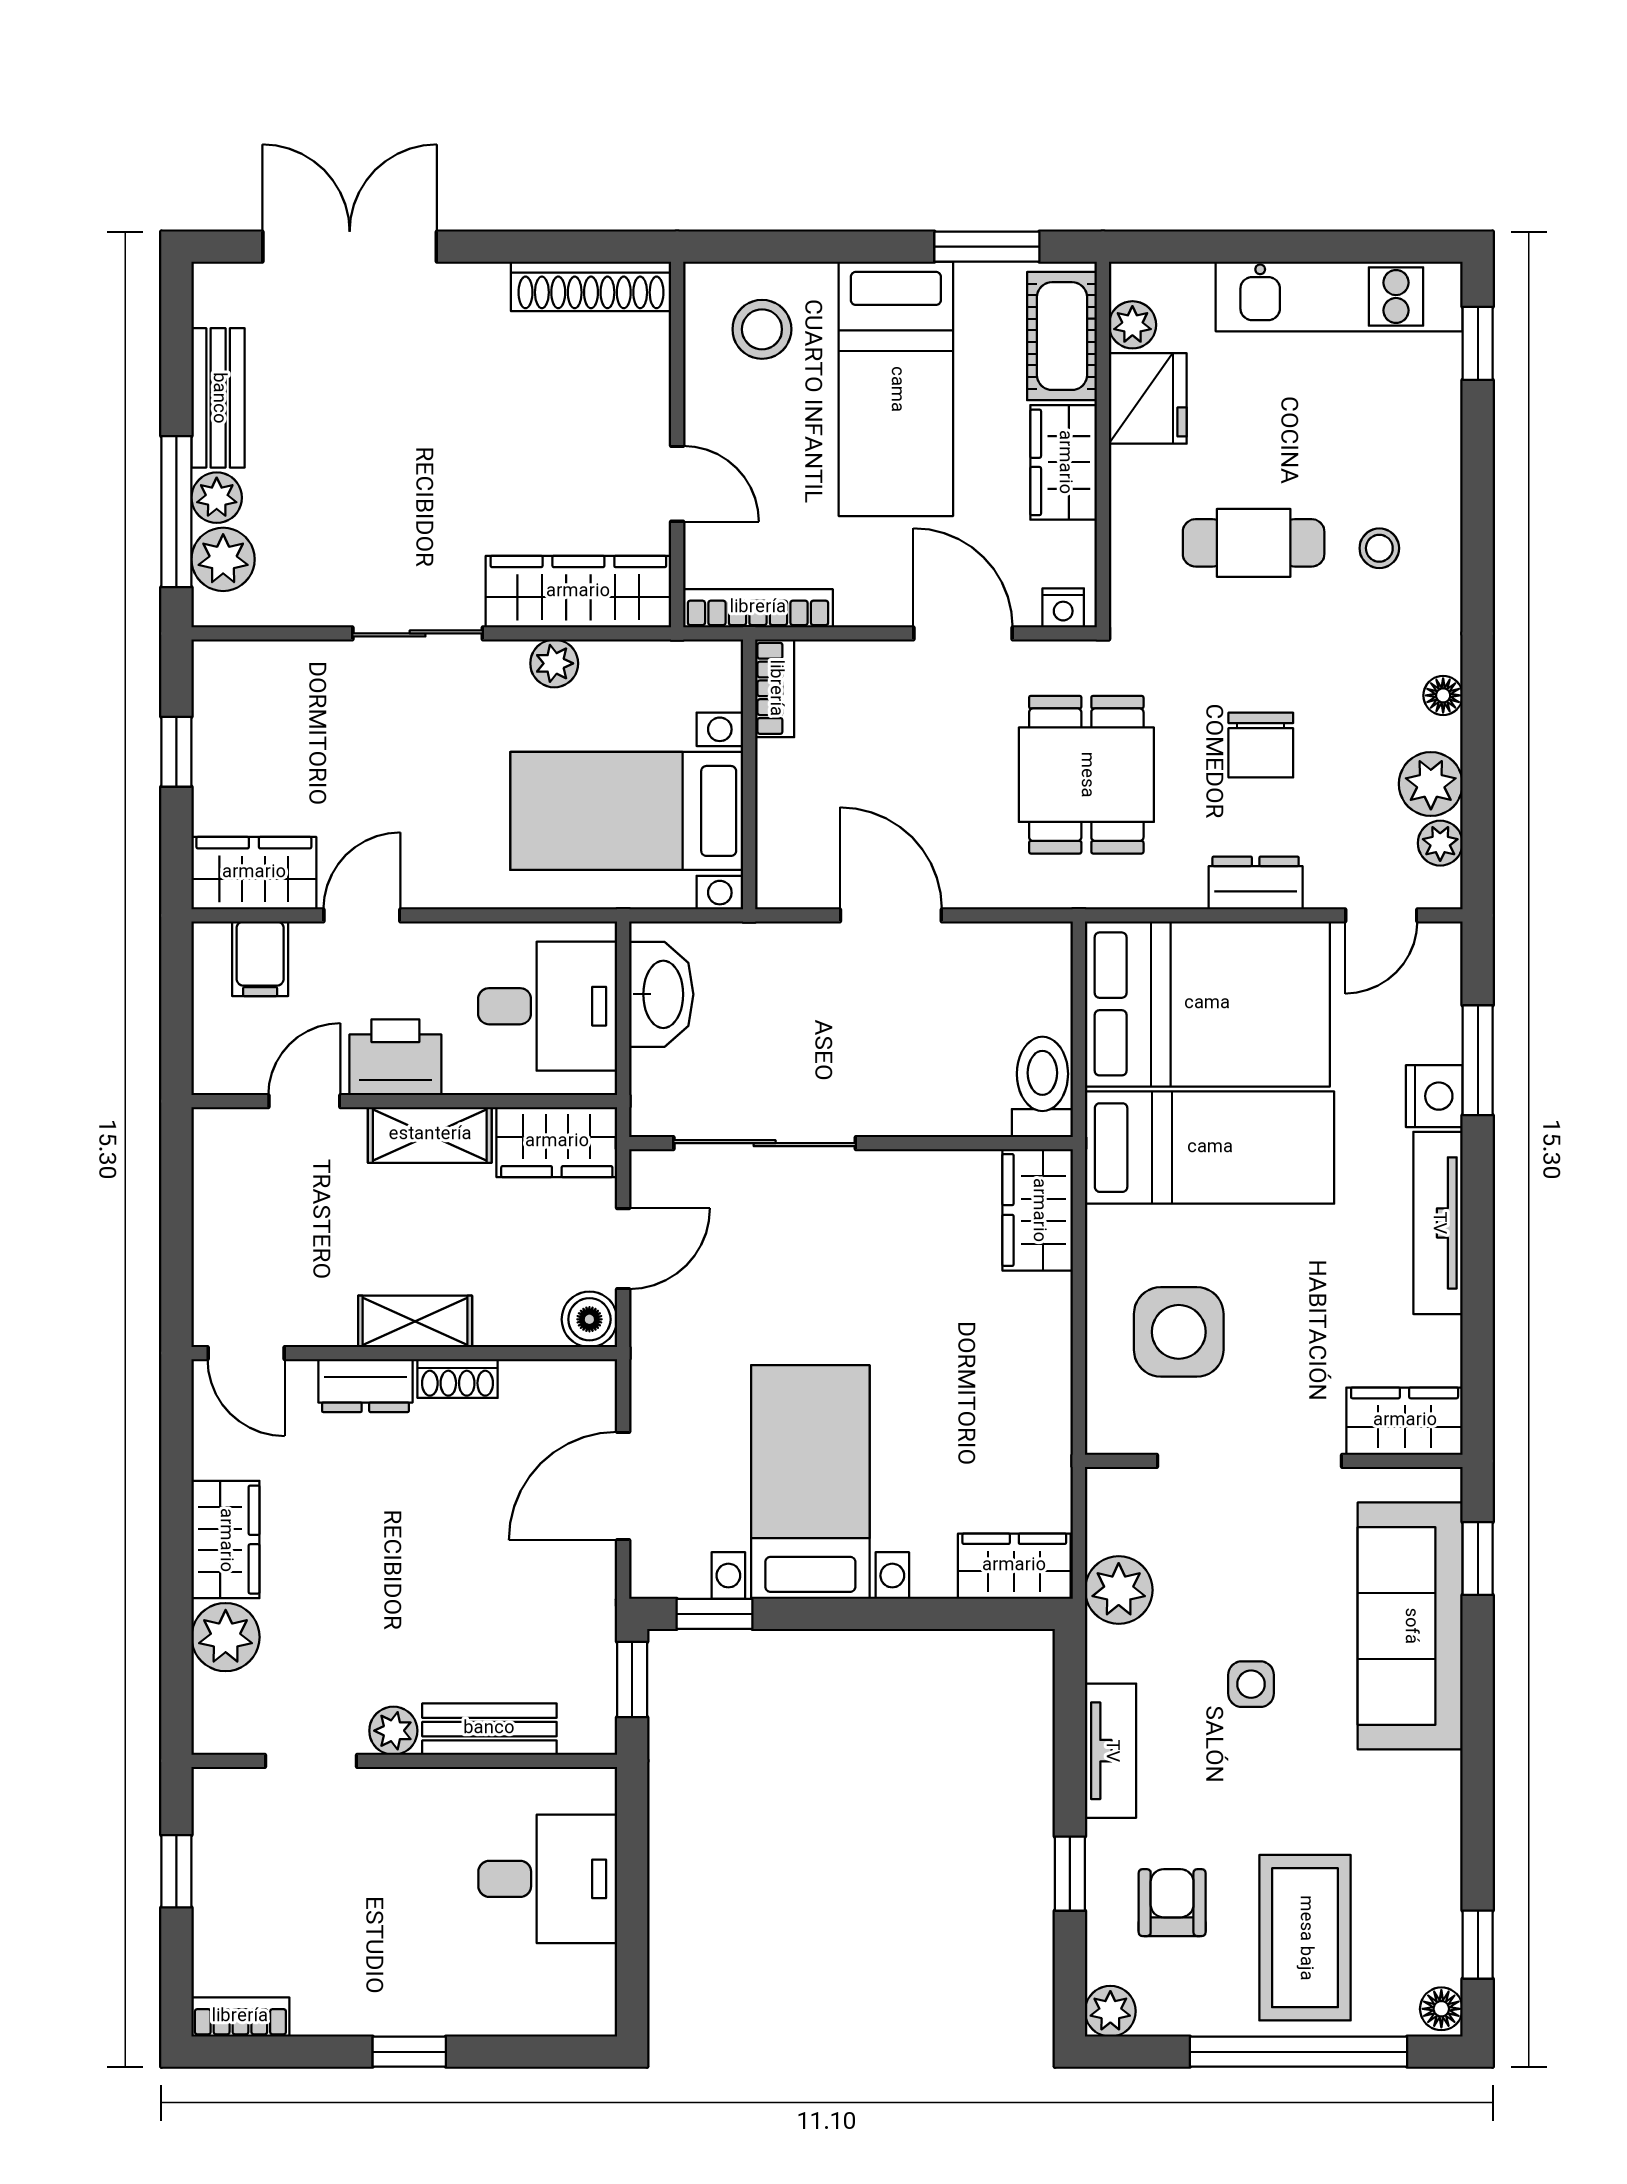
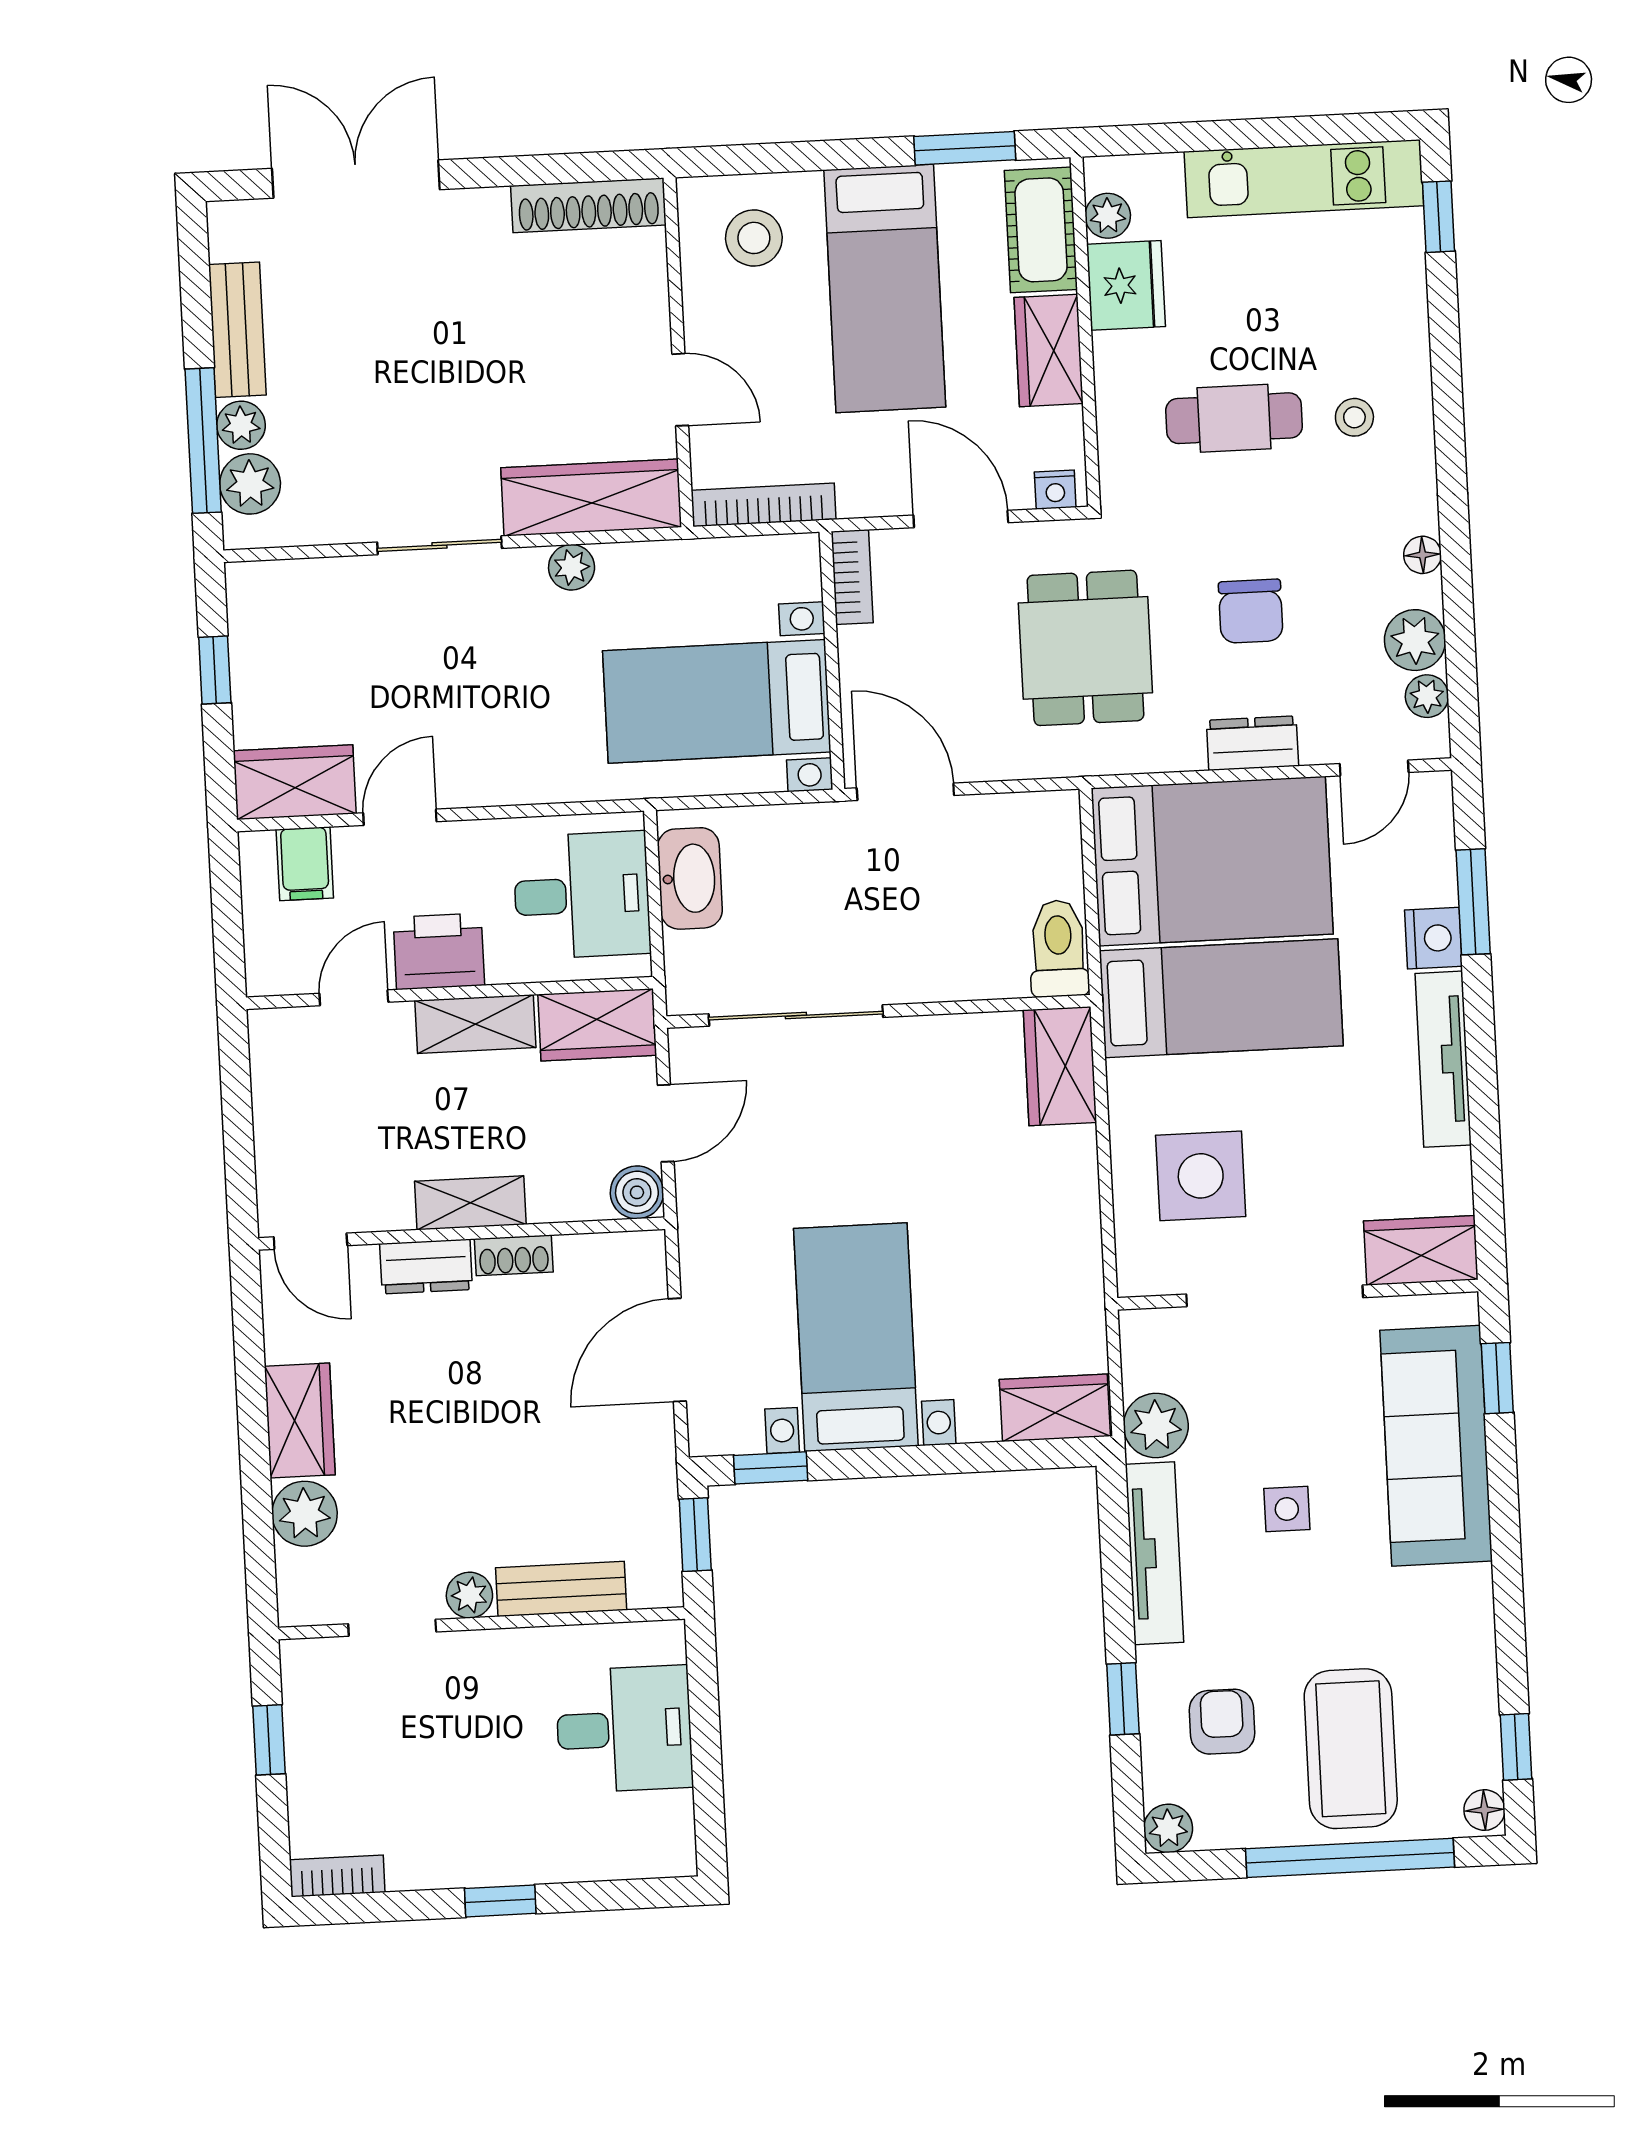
bookcase: (775, 688) -> (852, 577), moved
wall: (749, 774) -> (832, 660), moved
bed with nightstands: (627, 811) -> (717, 701), moved
tv unit: (1111, 1751) -> (1154, 1553), width x1.41

